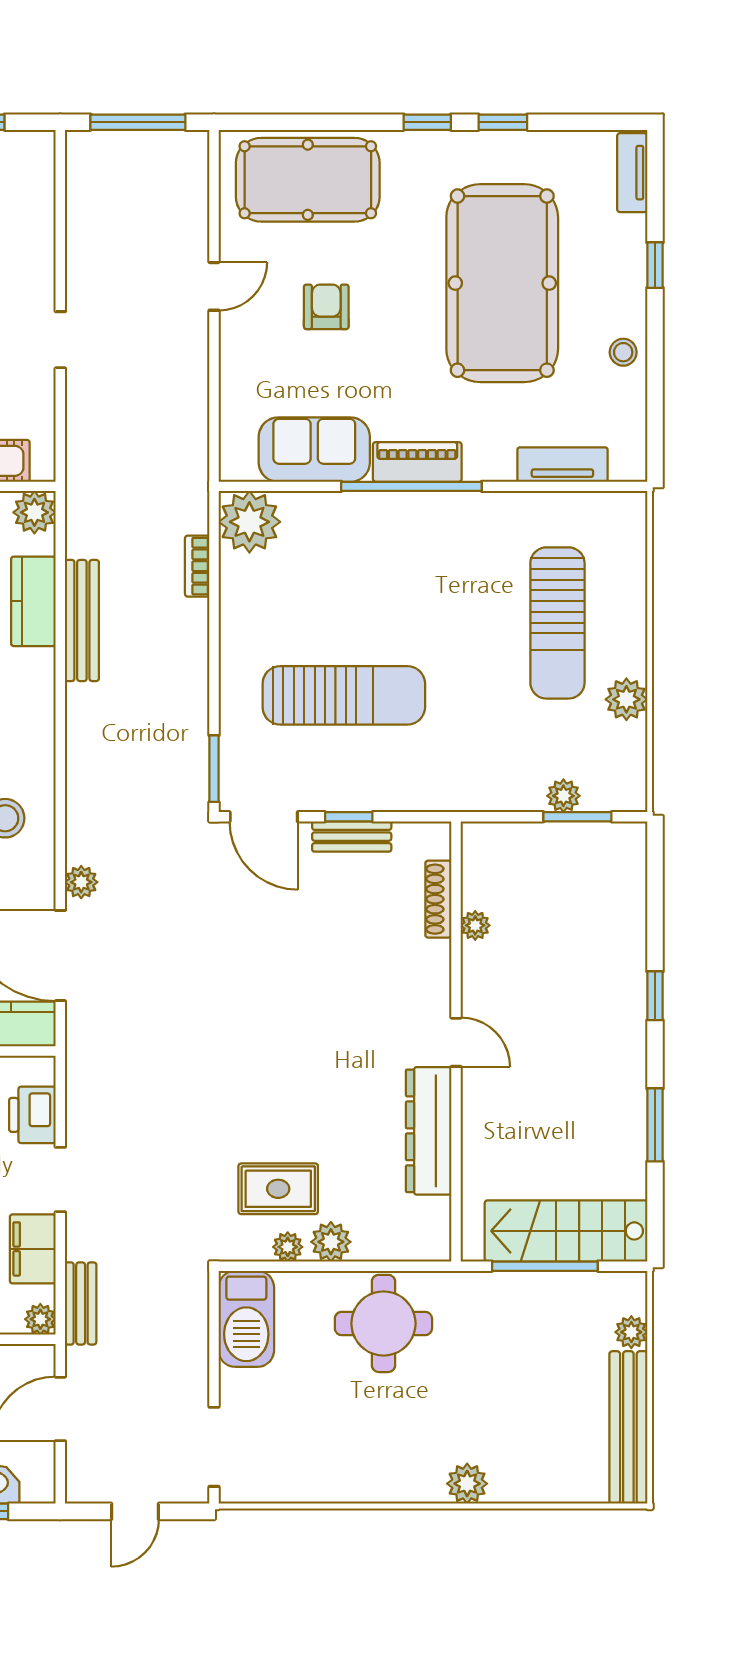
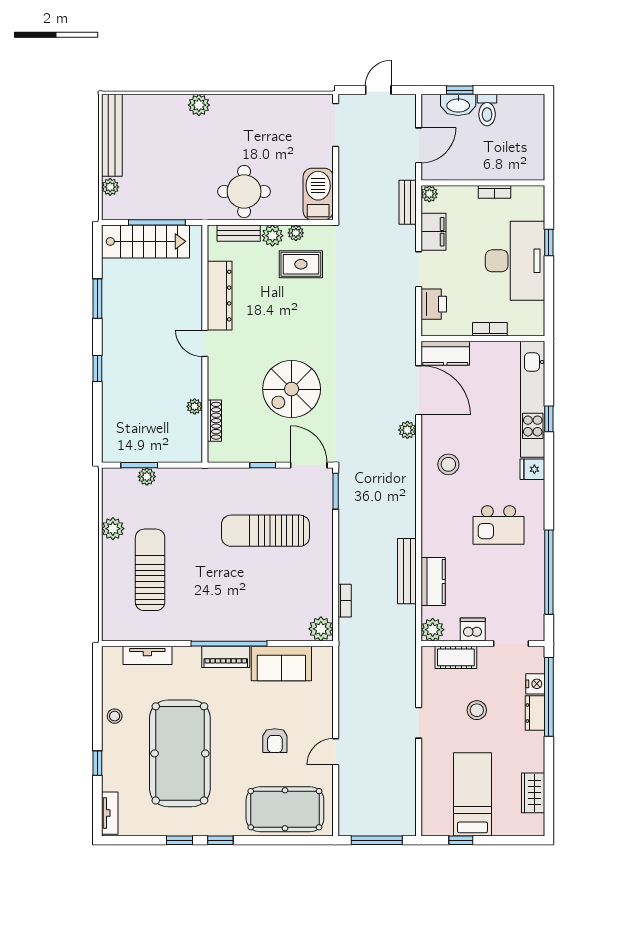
plant: (249, 522) -> (321, 629), width x0.73, depth x0.73
bench: (352, 837) -> (239, 233), moved
spiral stairs: (295, 958) -> (292, 389), added

